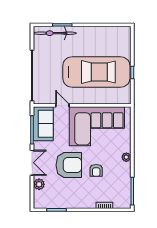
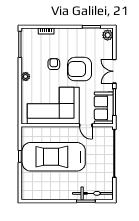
plant: (39, 184) -> (108, 35), moved

